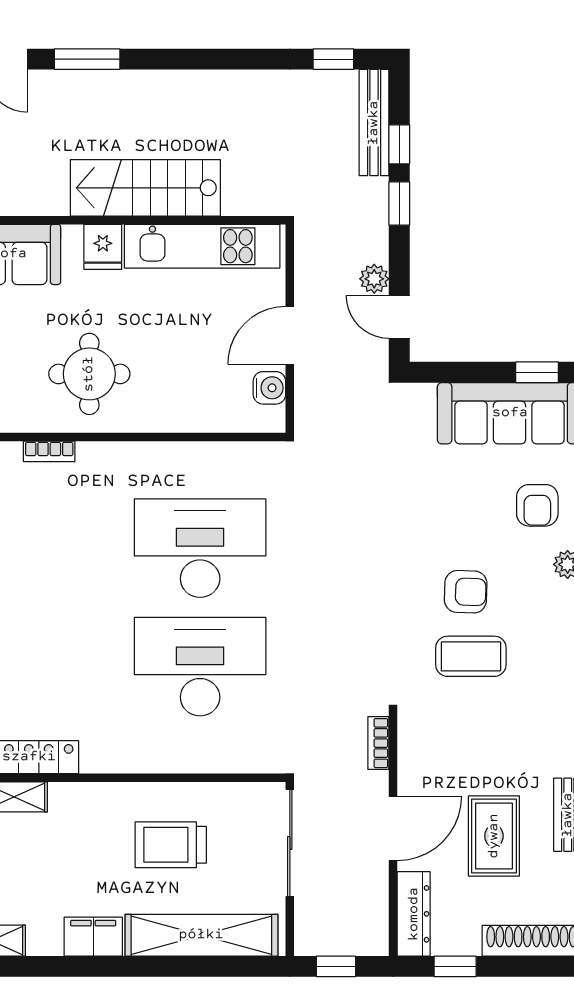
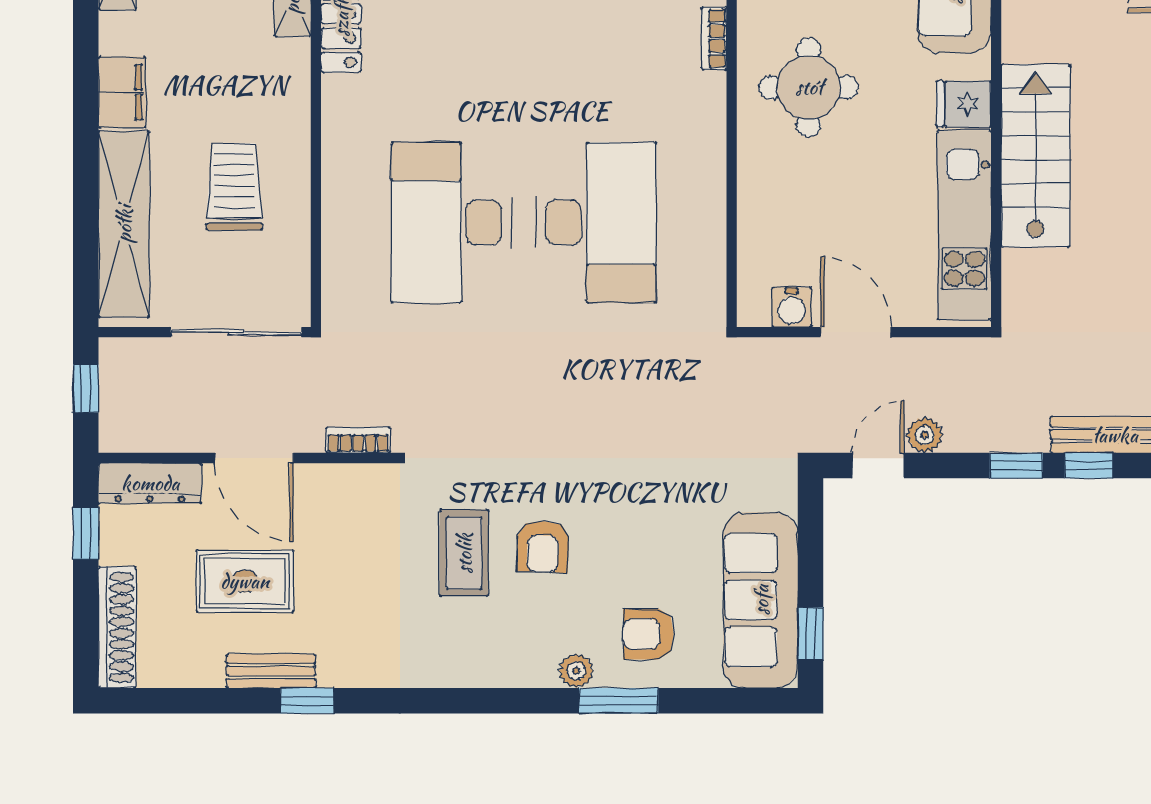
desk: (200, 667) -> (451, 223), turned 180

